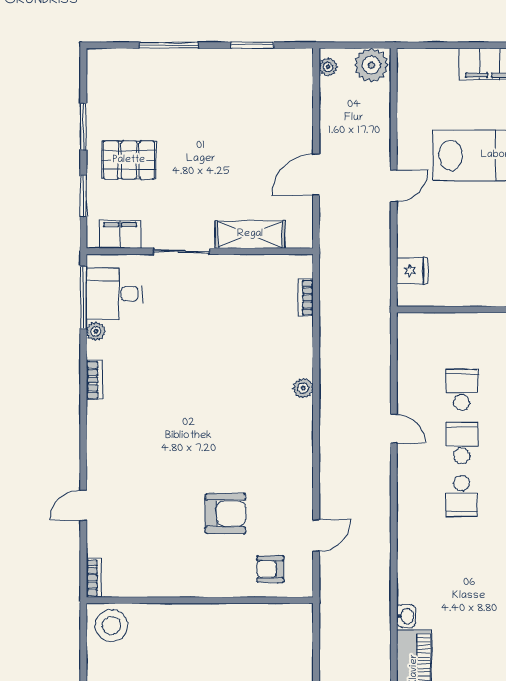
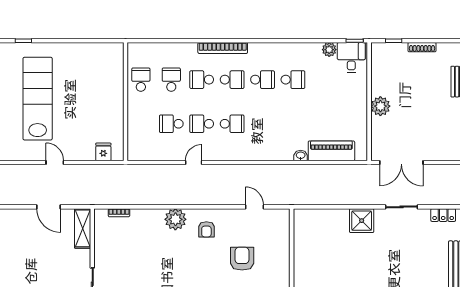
shelving: (250, 234) -> (83, 228), moved
plant: (303, 388) -> (175, 219), width x1.88, depth x1.88
armchair: (270, 569) -> (206, 229), moved

